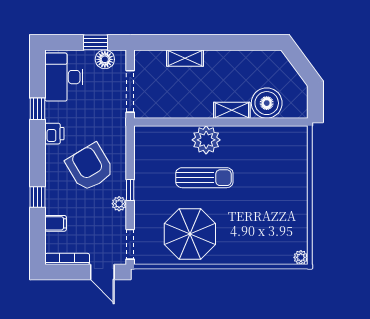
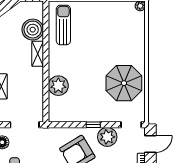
plant: (206, 140) -> (58, 86), moved
sun lounger: (204, 178) -> (63, 25), moved
plant: (119, 204) -> (107, 137), width x1.87, depth x1.87

